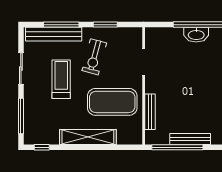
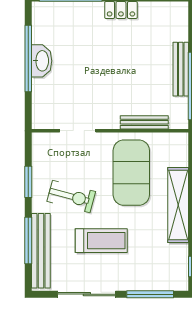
sliding door: (21, 69) -> (87, 294), width x1.37
treadmill: (61, 79) -> (101, 241), turned 180

